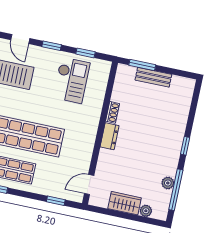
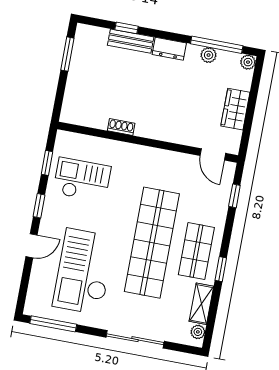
window: (142, 65) -> (67, 54), moved
bench: (153, 77) -> (131, 41), moved, turned 90
dresser: (110, 136) -> (169, 49), moved, turned 180
window: (185, 146) -> (127, 28), moved
plant: (146, 211) -> (248, 62), moved

